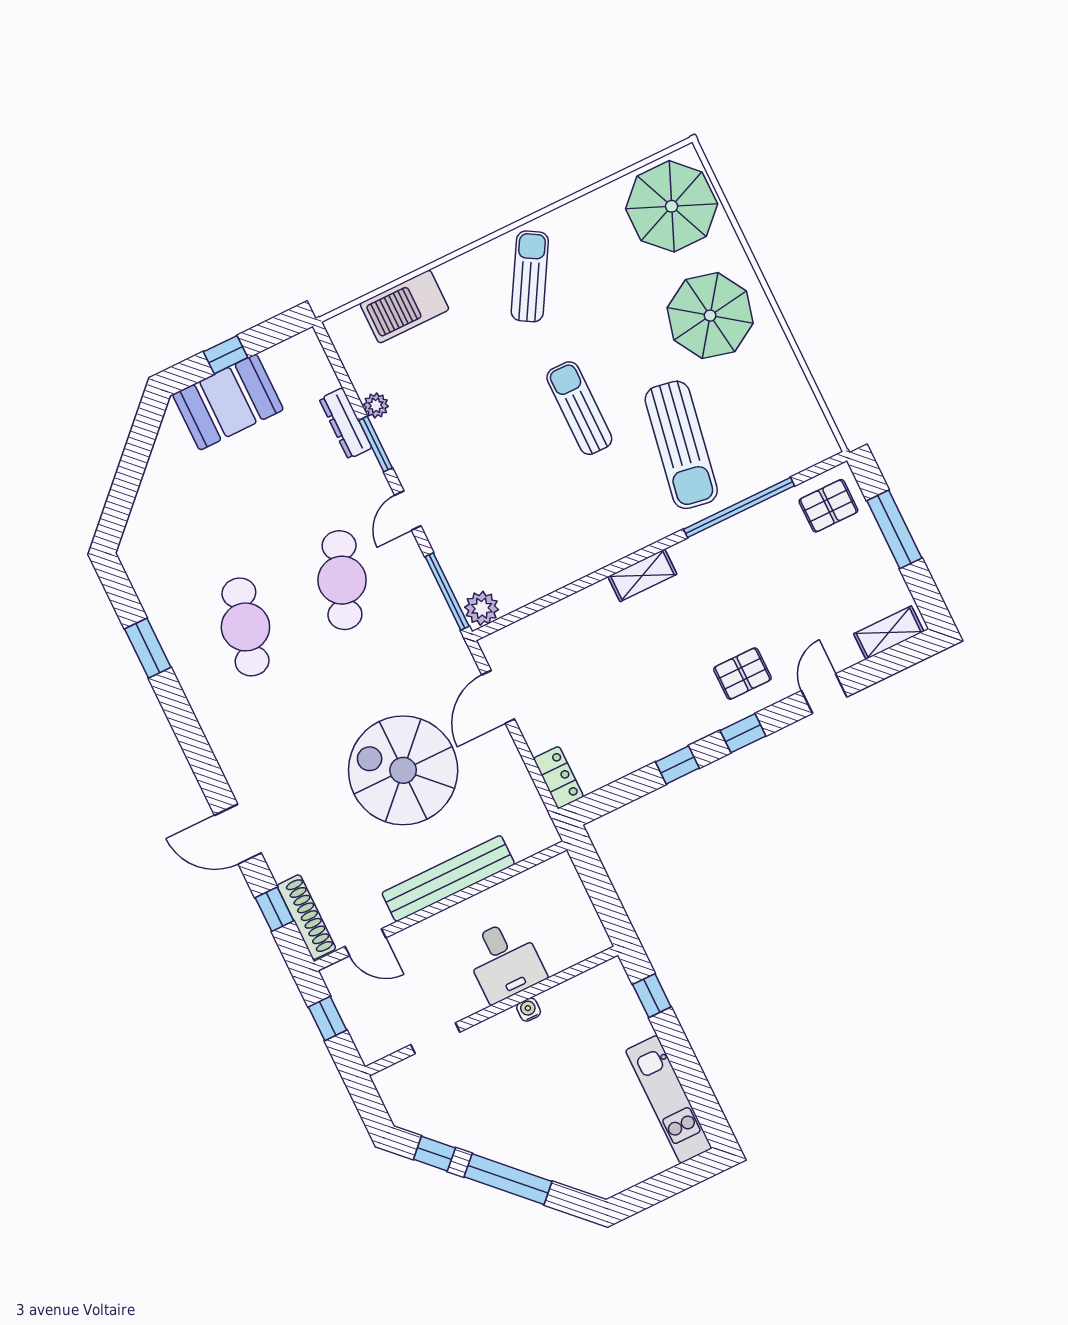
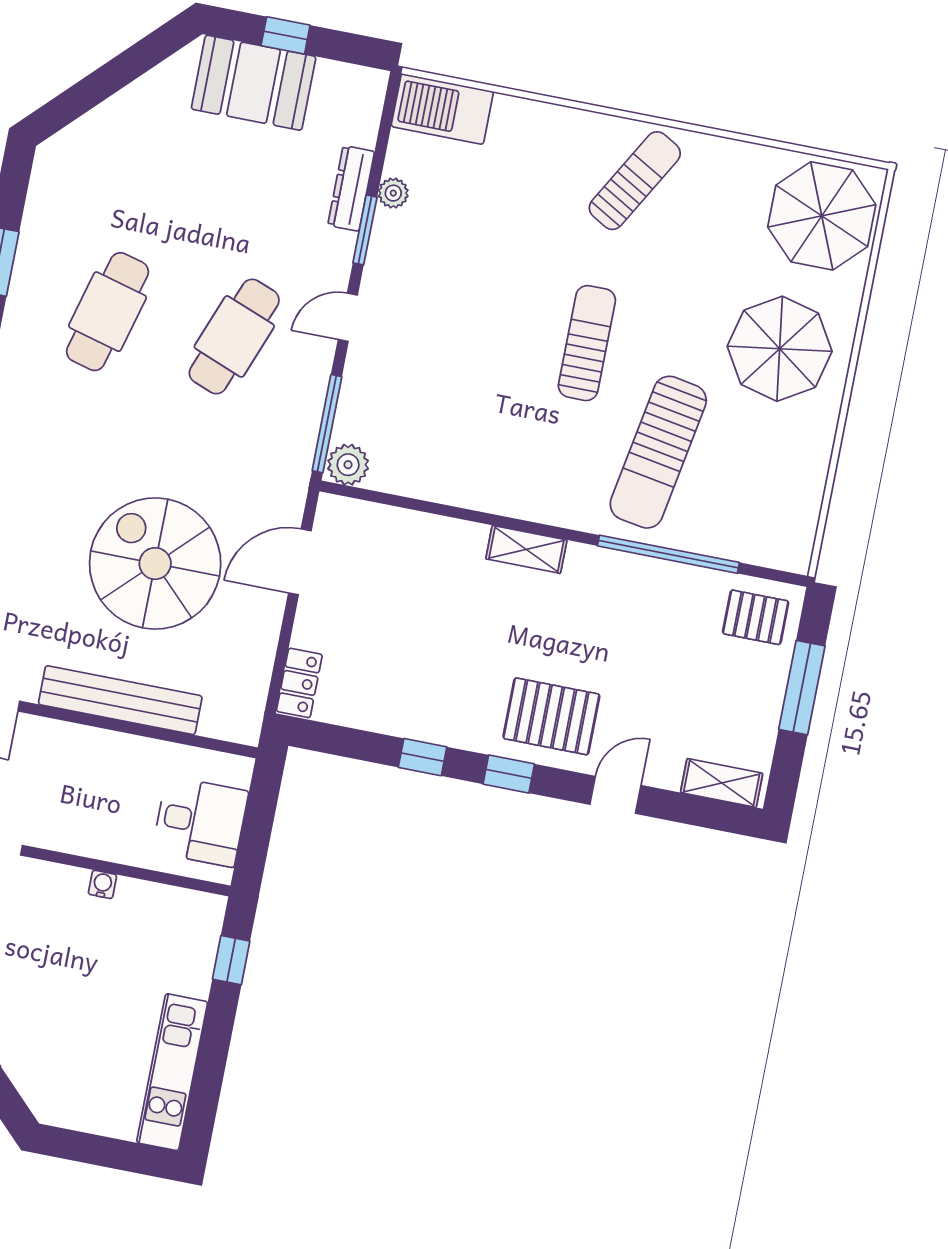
barbecue: (404, 307) -> (442, 109), moved
pallet: (742, 674) -> (551, 716), width x1.50, depth x1.42
desk: (504, 961) -> (200, 822), moved, turned -90

